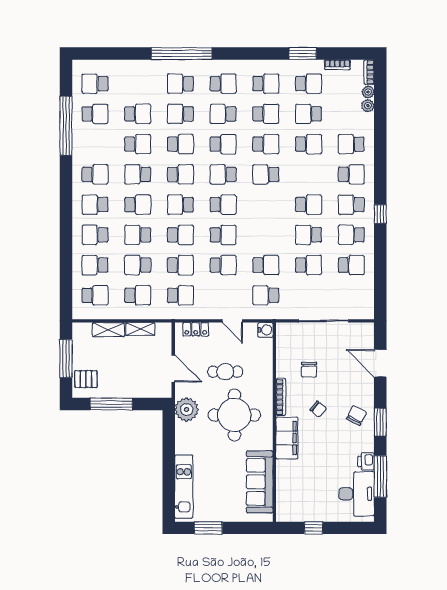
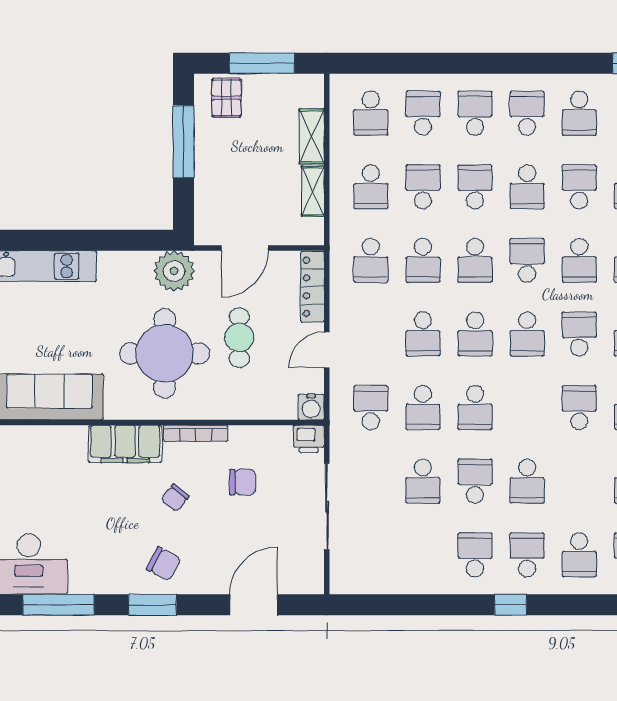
school desk: (351, 265) -> (475, 408), moved
locker: (196, 329) -> (312, 287), width x1.53
chair: (309, 370) -> (243, 482), turned 180
printer: (366, 461) -> (309, 439), moved, turned 180

